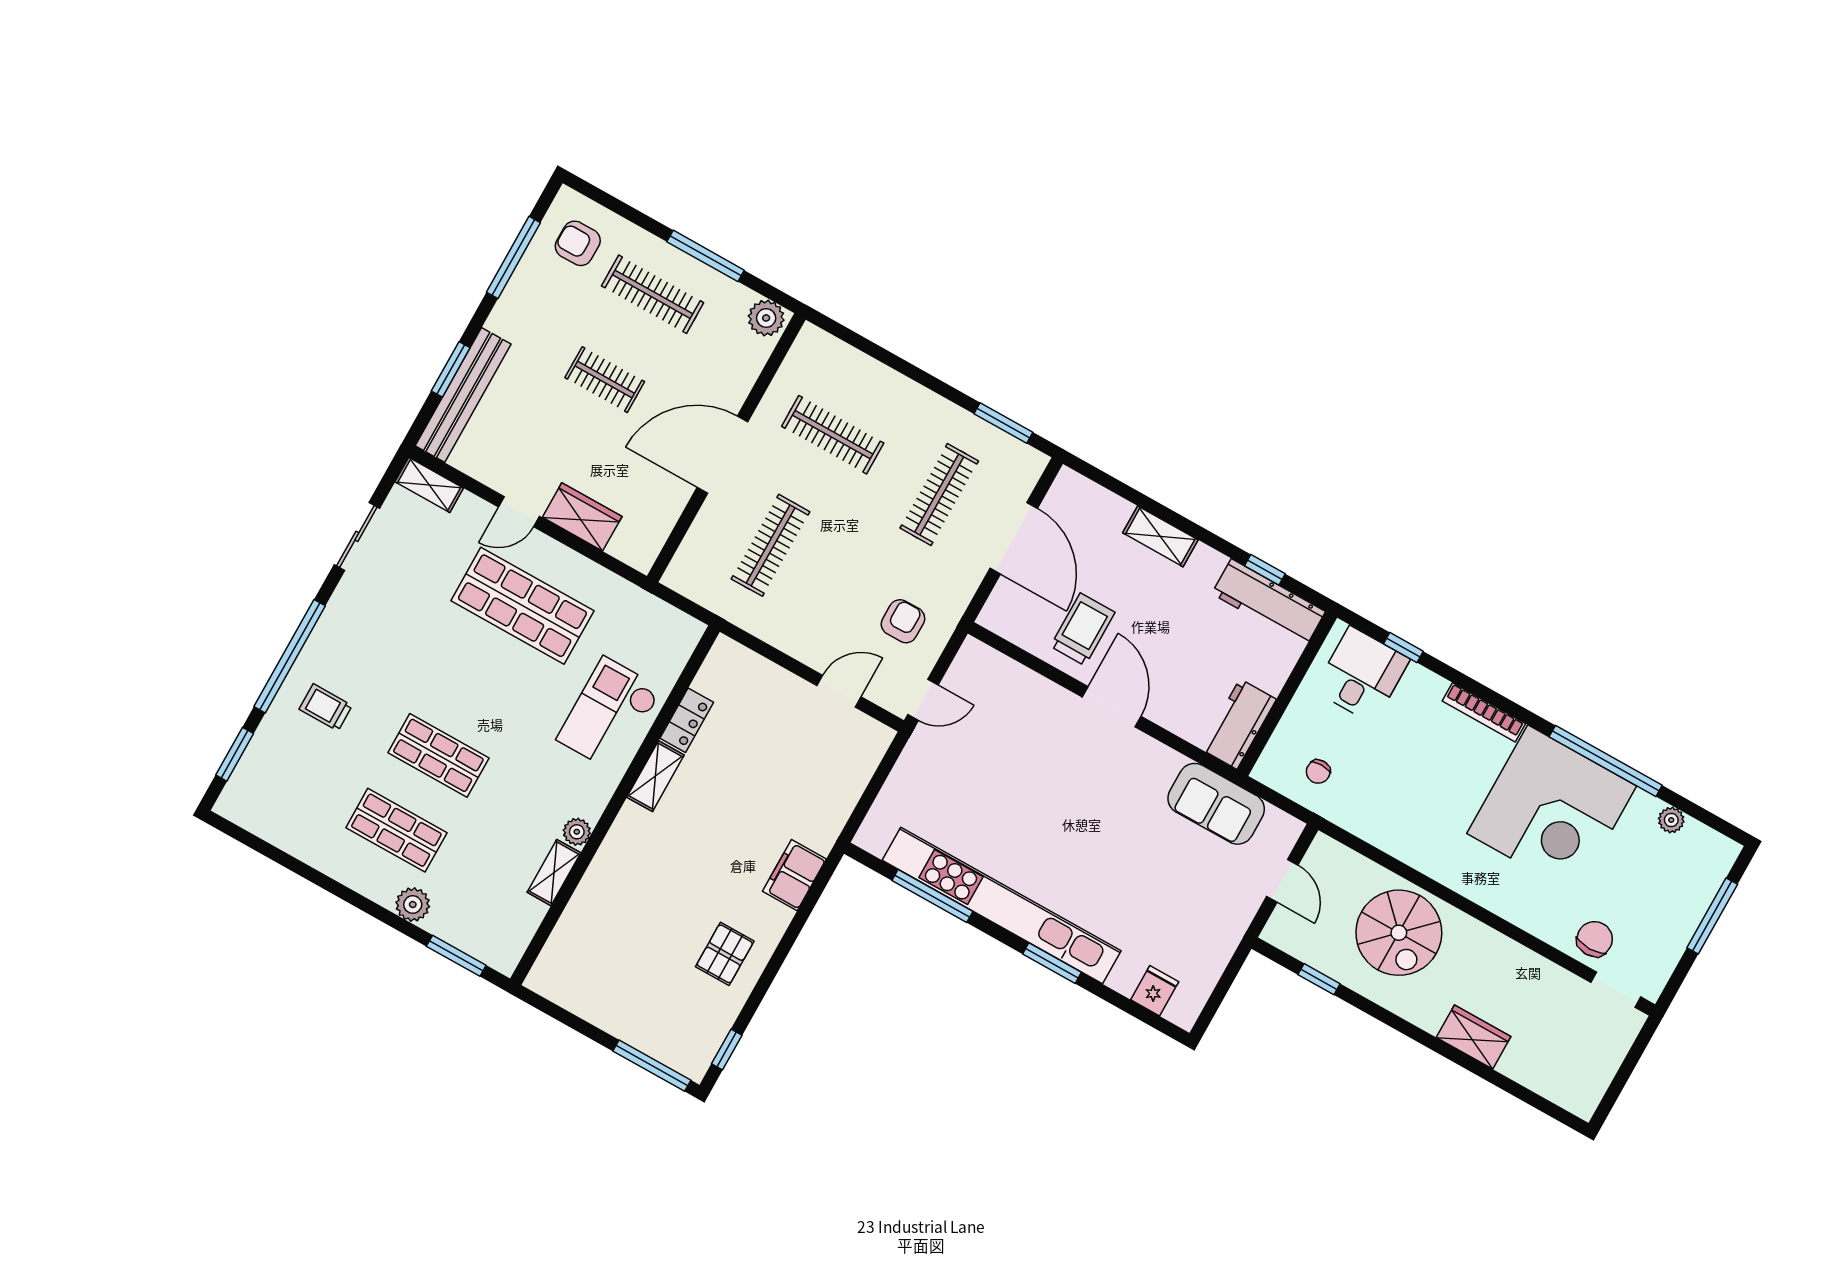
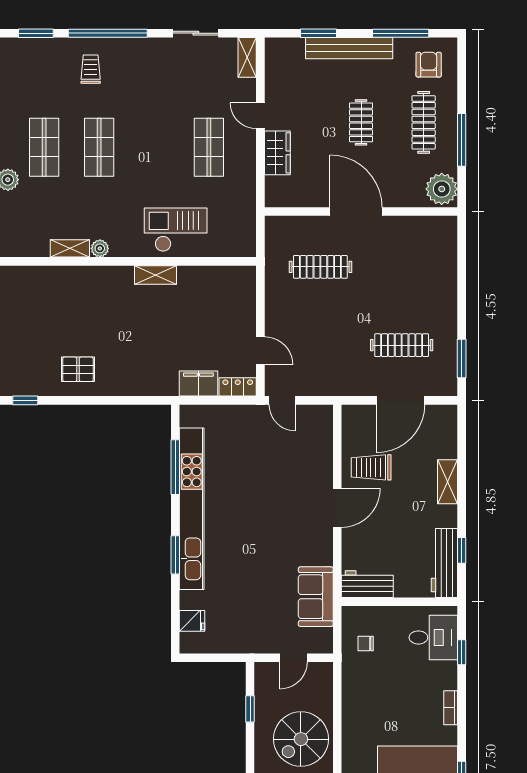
plant: (766, 318) -> (442, 189), width x1.36, depth x1.36
bench: (463, 395) -> (349, 48), moved
clothes rail: (833, 435) -> (402, 267), removed
shop shelf: (522, 606) -> (209, 147), width x0.70, depth x0.74
armchair: (903, 621) -> (320, 365), removed
trolley: (1083, 629) -> (371, 467), turned 180
bookcase: (1484, 712) -> (451, 708), width x0.64
locker: (687, 720) -> (238, 387), moved, turned 180
filing cabinet: (794, 875) -> (198, 384), moved

